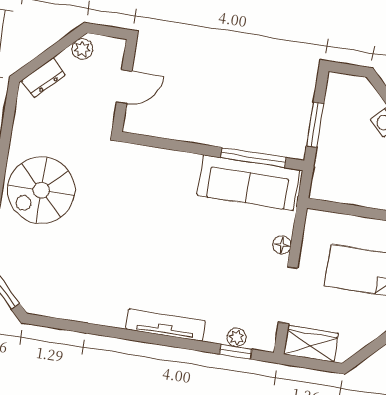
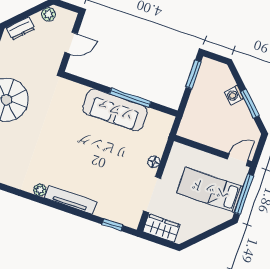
window: (315, 125) -> (194, 74), moved
window: (253, 158) -> (130, 98), moved
sofa: (248, 183) -> (115, 110), moved
plant: (237, 337) -> (40, 190), moved

